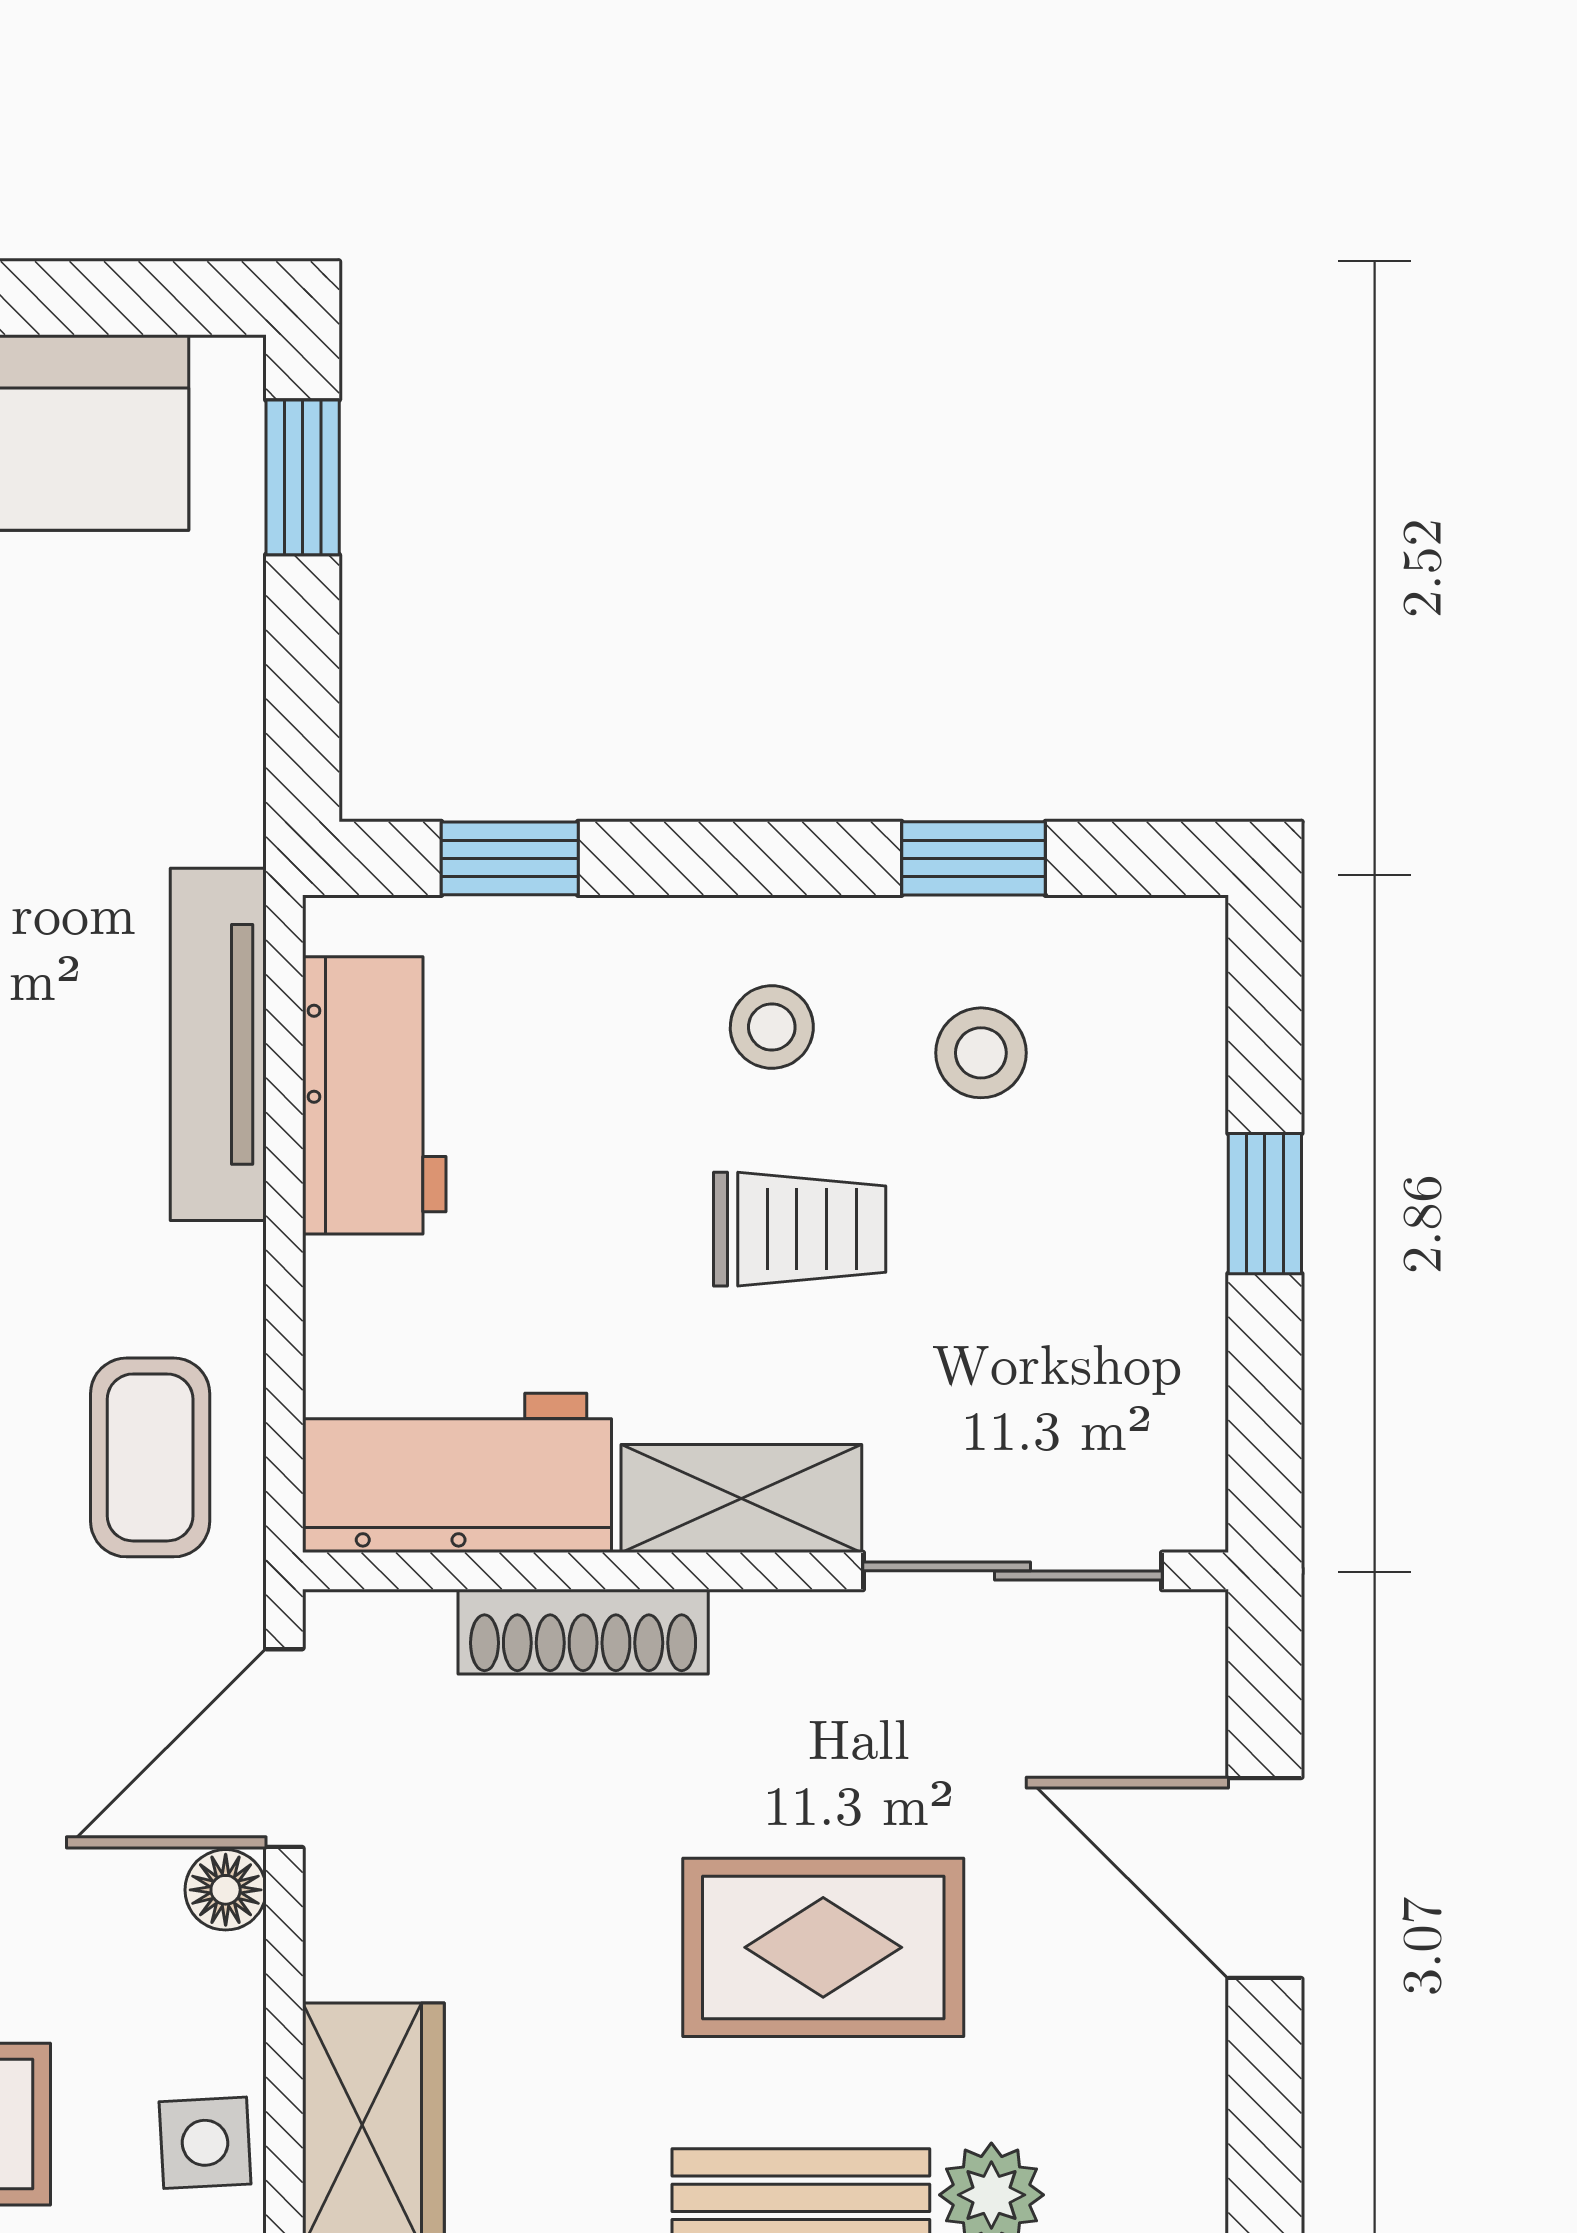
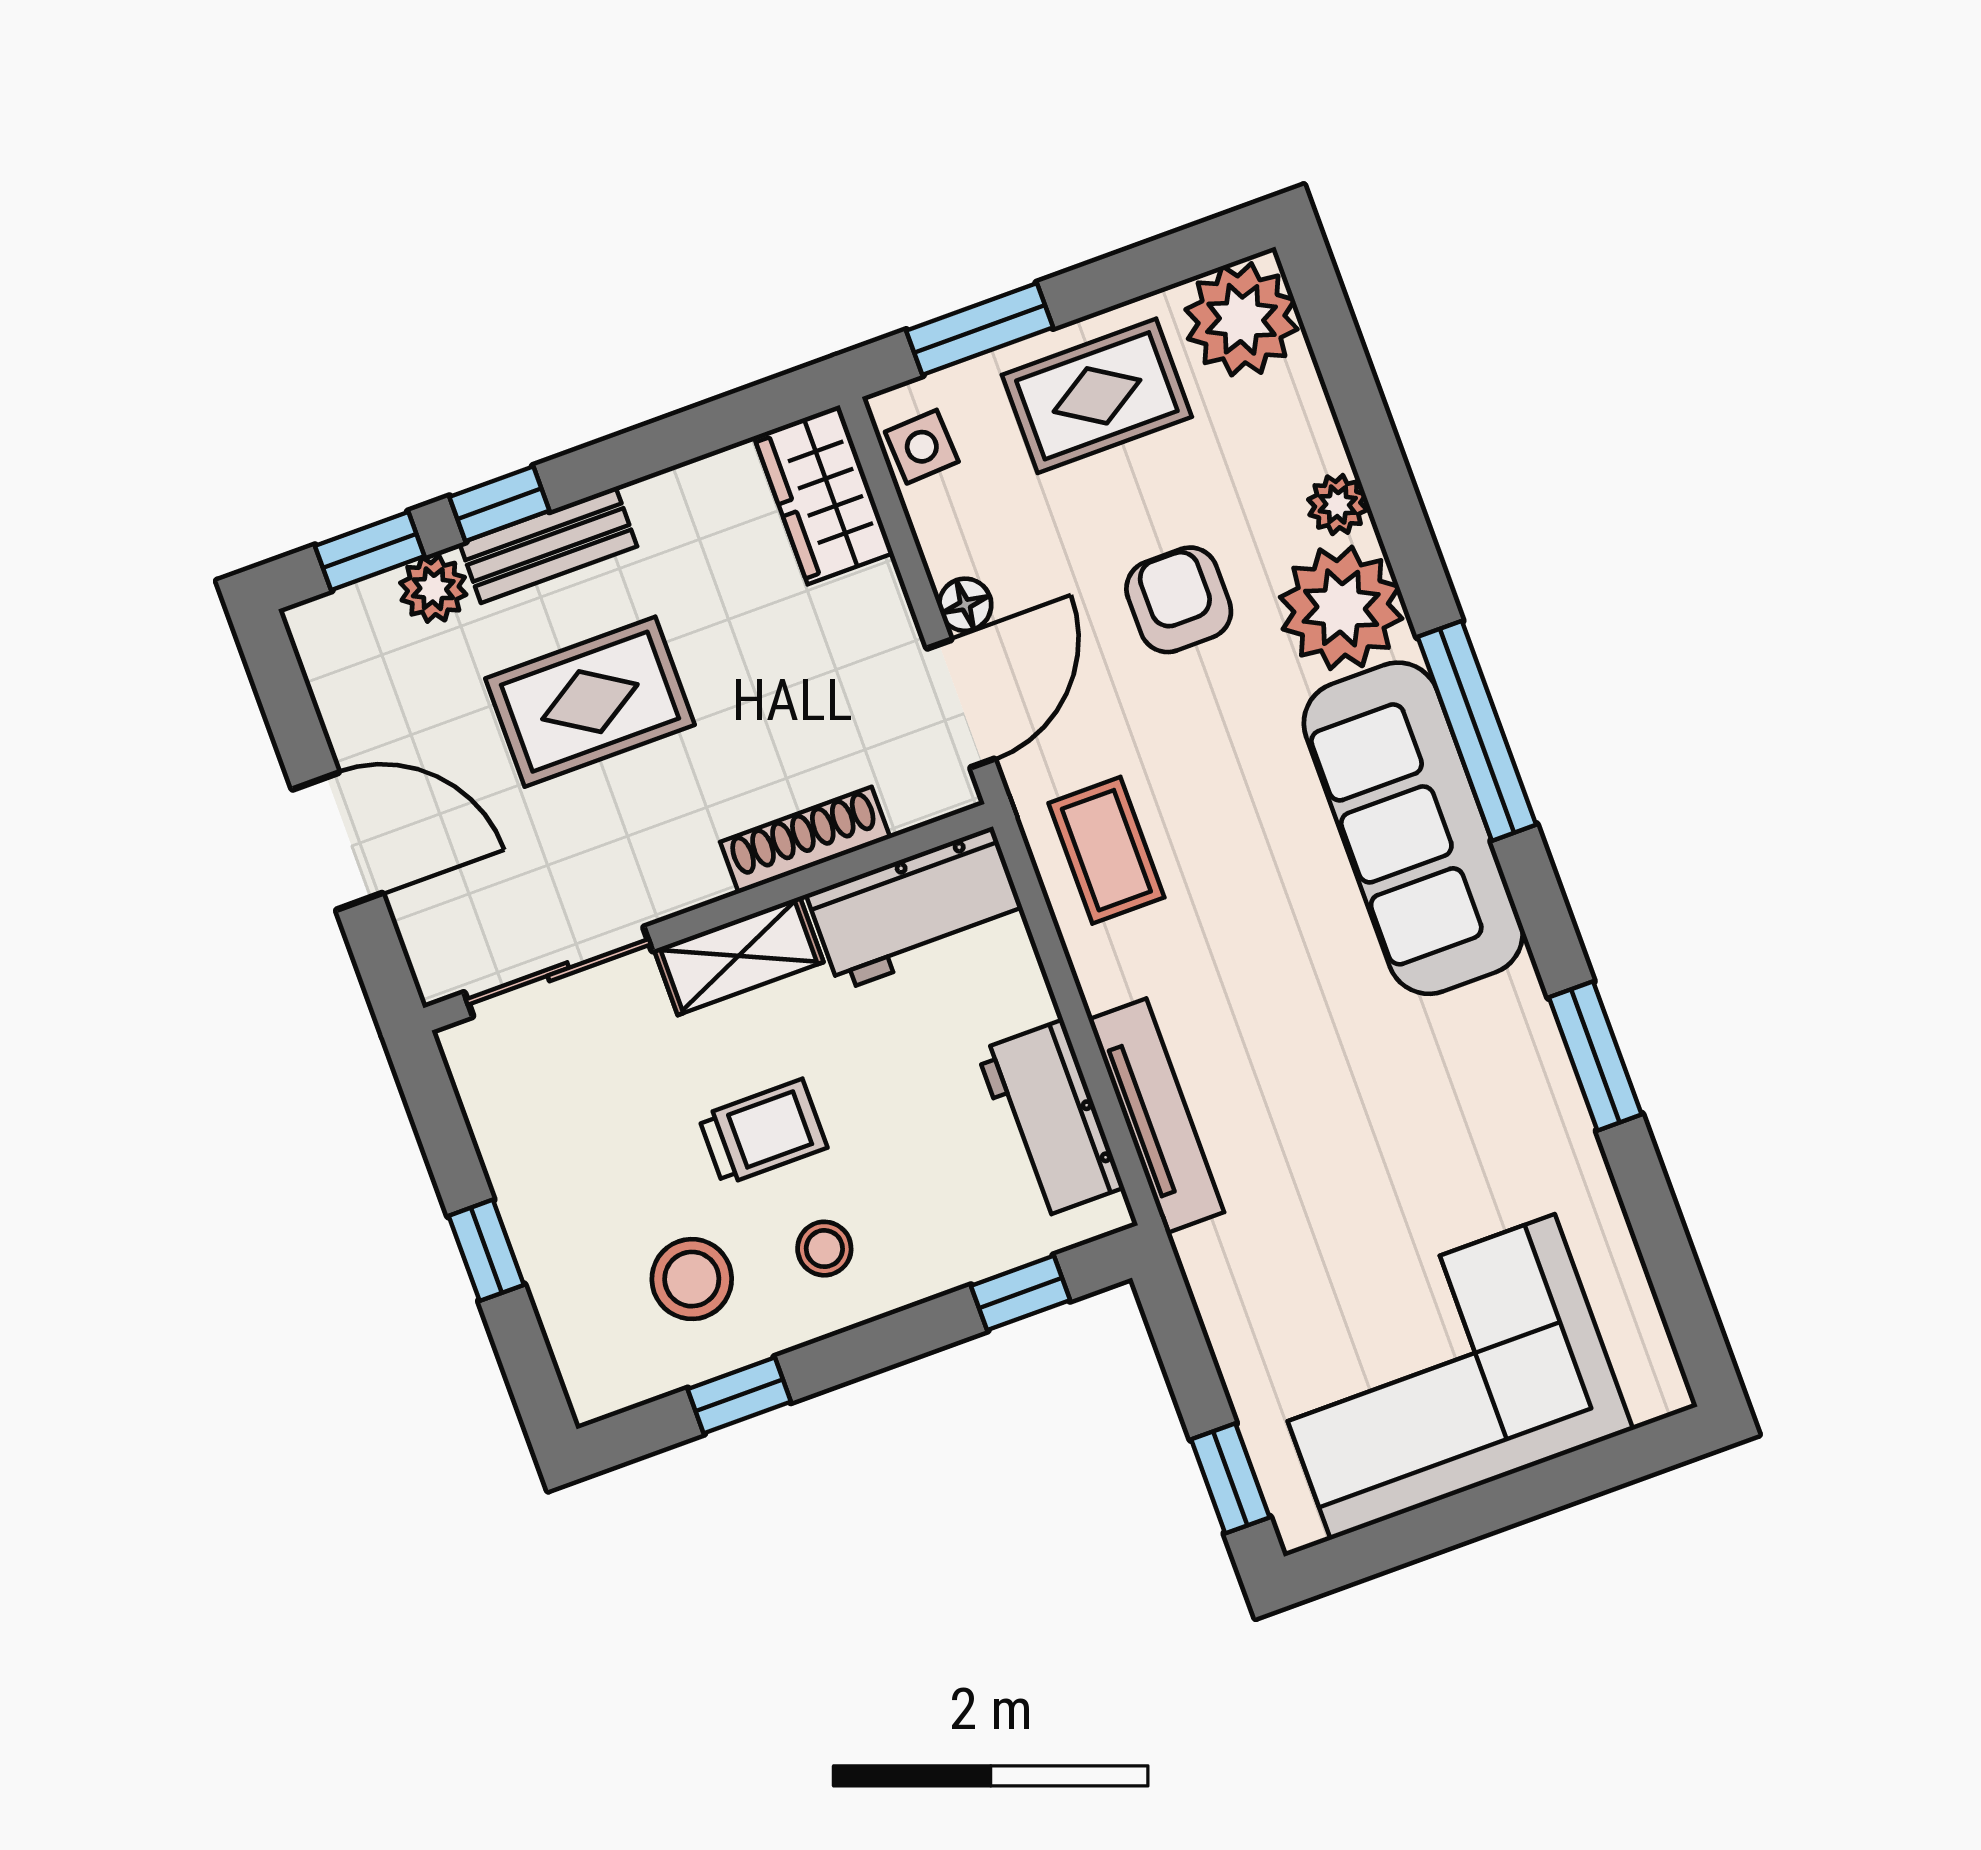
stool: (981, 1053) -> (692, 1279), width x1.37, depth x1.37
trolley: (800, 1229) -> (763, 1132), turned 180

